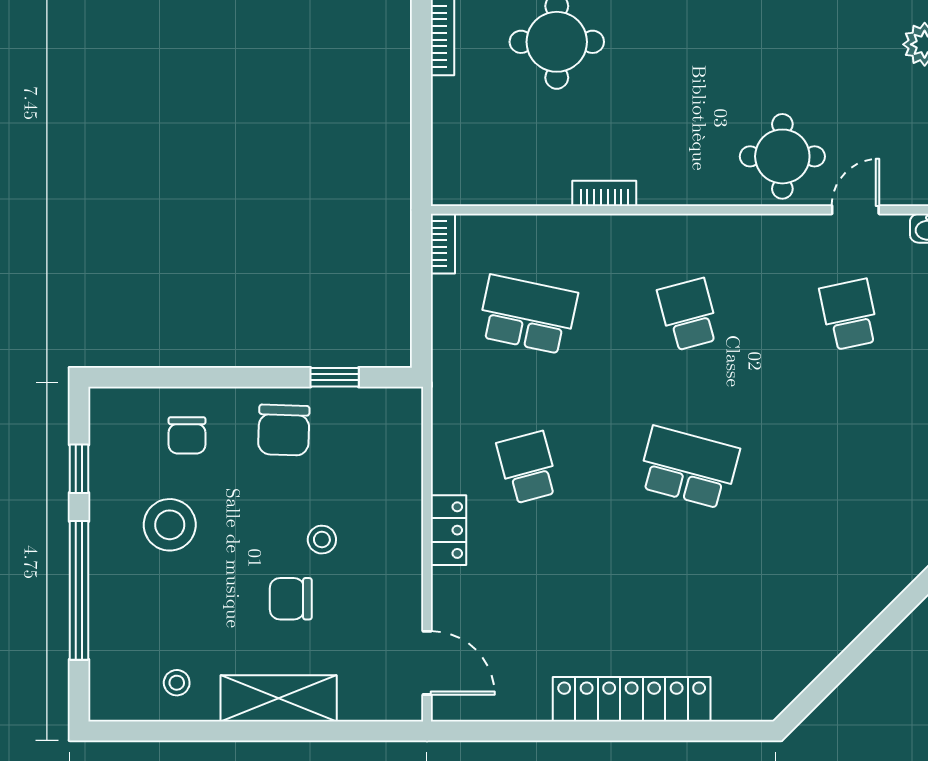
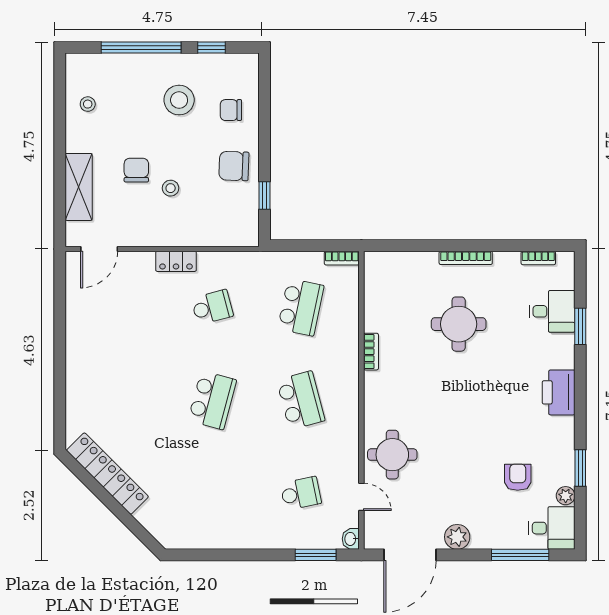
school desk: (688, 315) -> (301, 400), width x1.85
shelving: (279, 698) -> (79, 187), moved
locker: (632, 699) -> (107, 474), moved, turned -45

